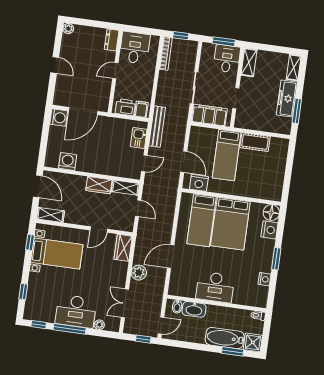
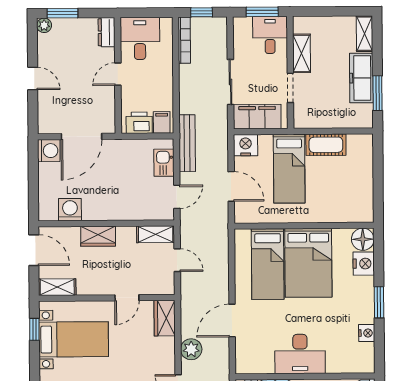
window: (82, 22) -> (63, 13), added
shelving: (249, 62) -> (302, 53), moved
nightstand: (199, 183) -> (246, 145), moved, turned 180
wardrobe: (99, 185) -> (98, 236), moved

